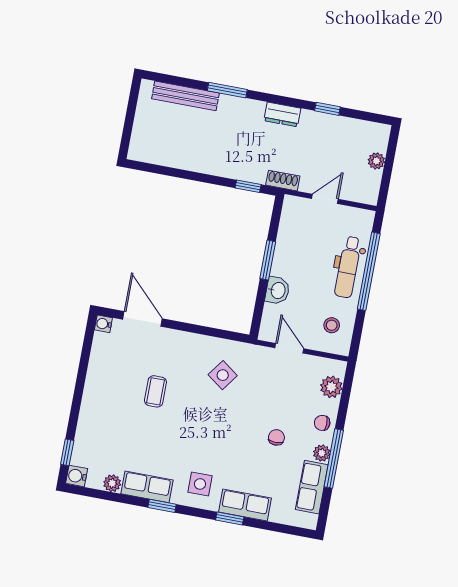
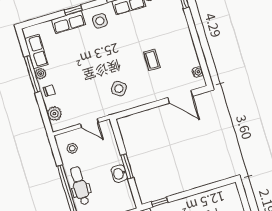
washbasin: (278, 290) -> (119, 174), moved
water cooler: (103, 324) -> (198, 72), moved
chair: (276, 437) -> (71, 69), removed

